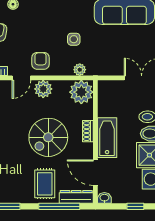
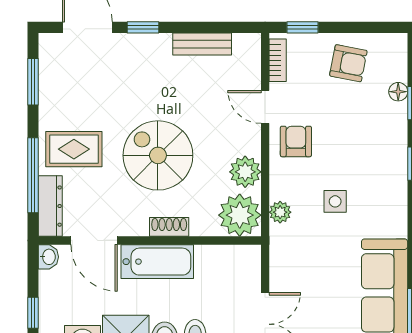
armchair: (41, 61) -> (296, 141), turned -90
plant: (43, 89) -> (245, 172), moved
door: (95, 173) -> (94, 240), swing flipped

